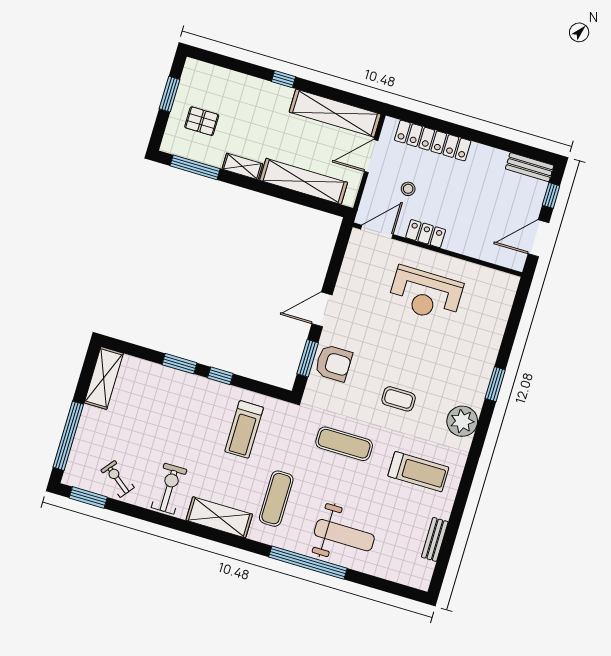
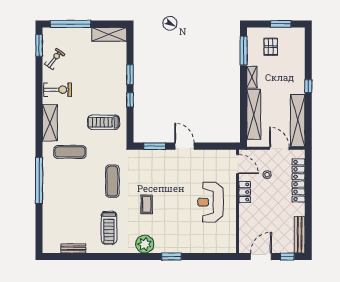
bench: (530, 167) -> (300, 235), width x1.36
door: (538, 238) -> (261, 257), hinge flipped
armchair: (334, 363) -> (156, 162), removed
weight bench: (344, 535) -> (61, 197), removed

